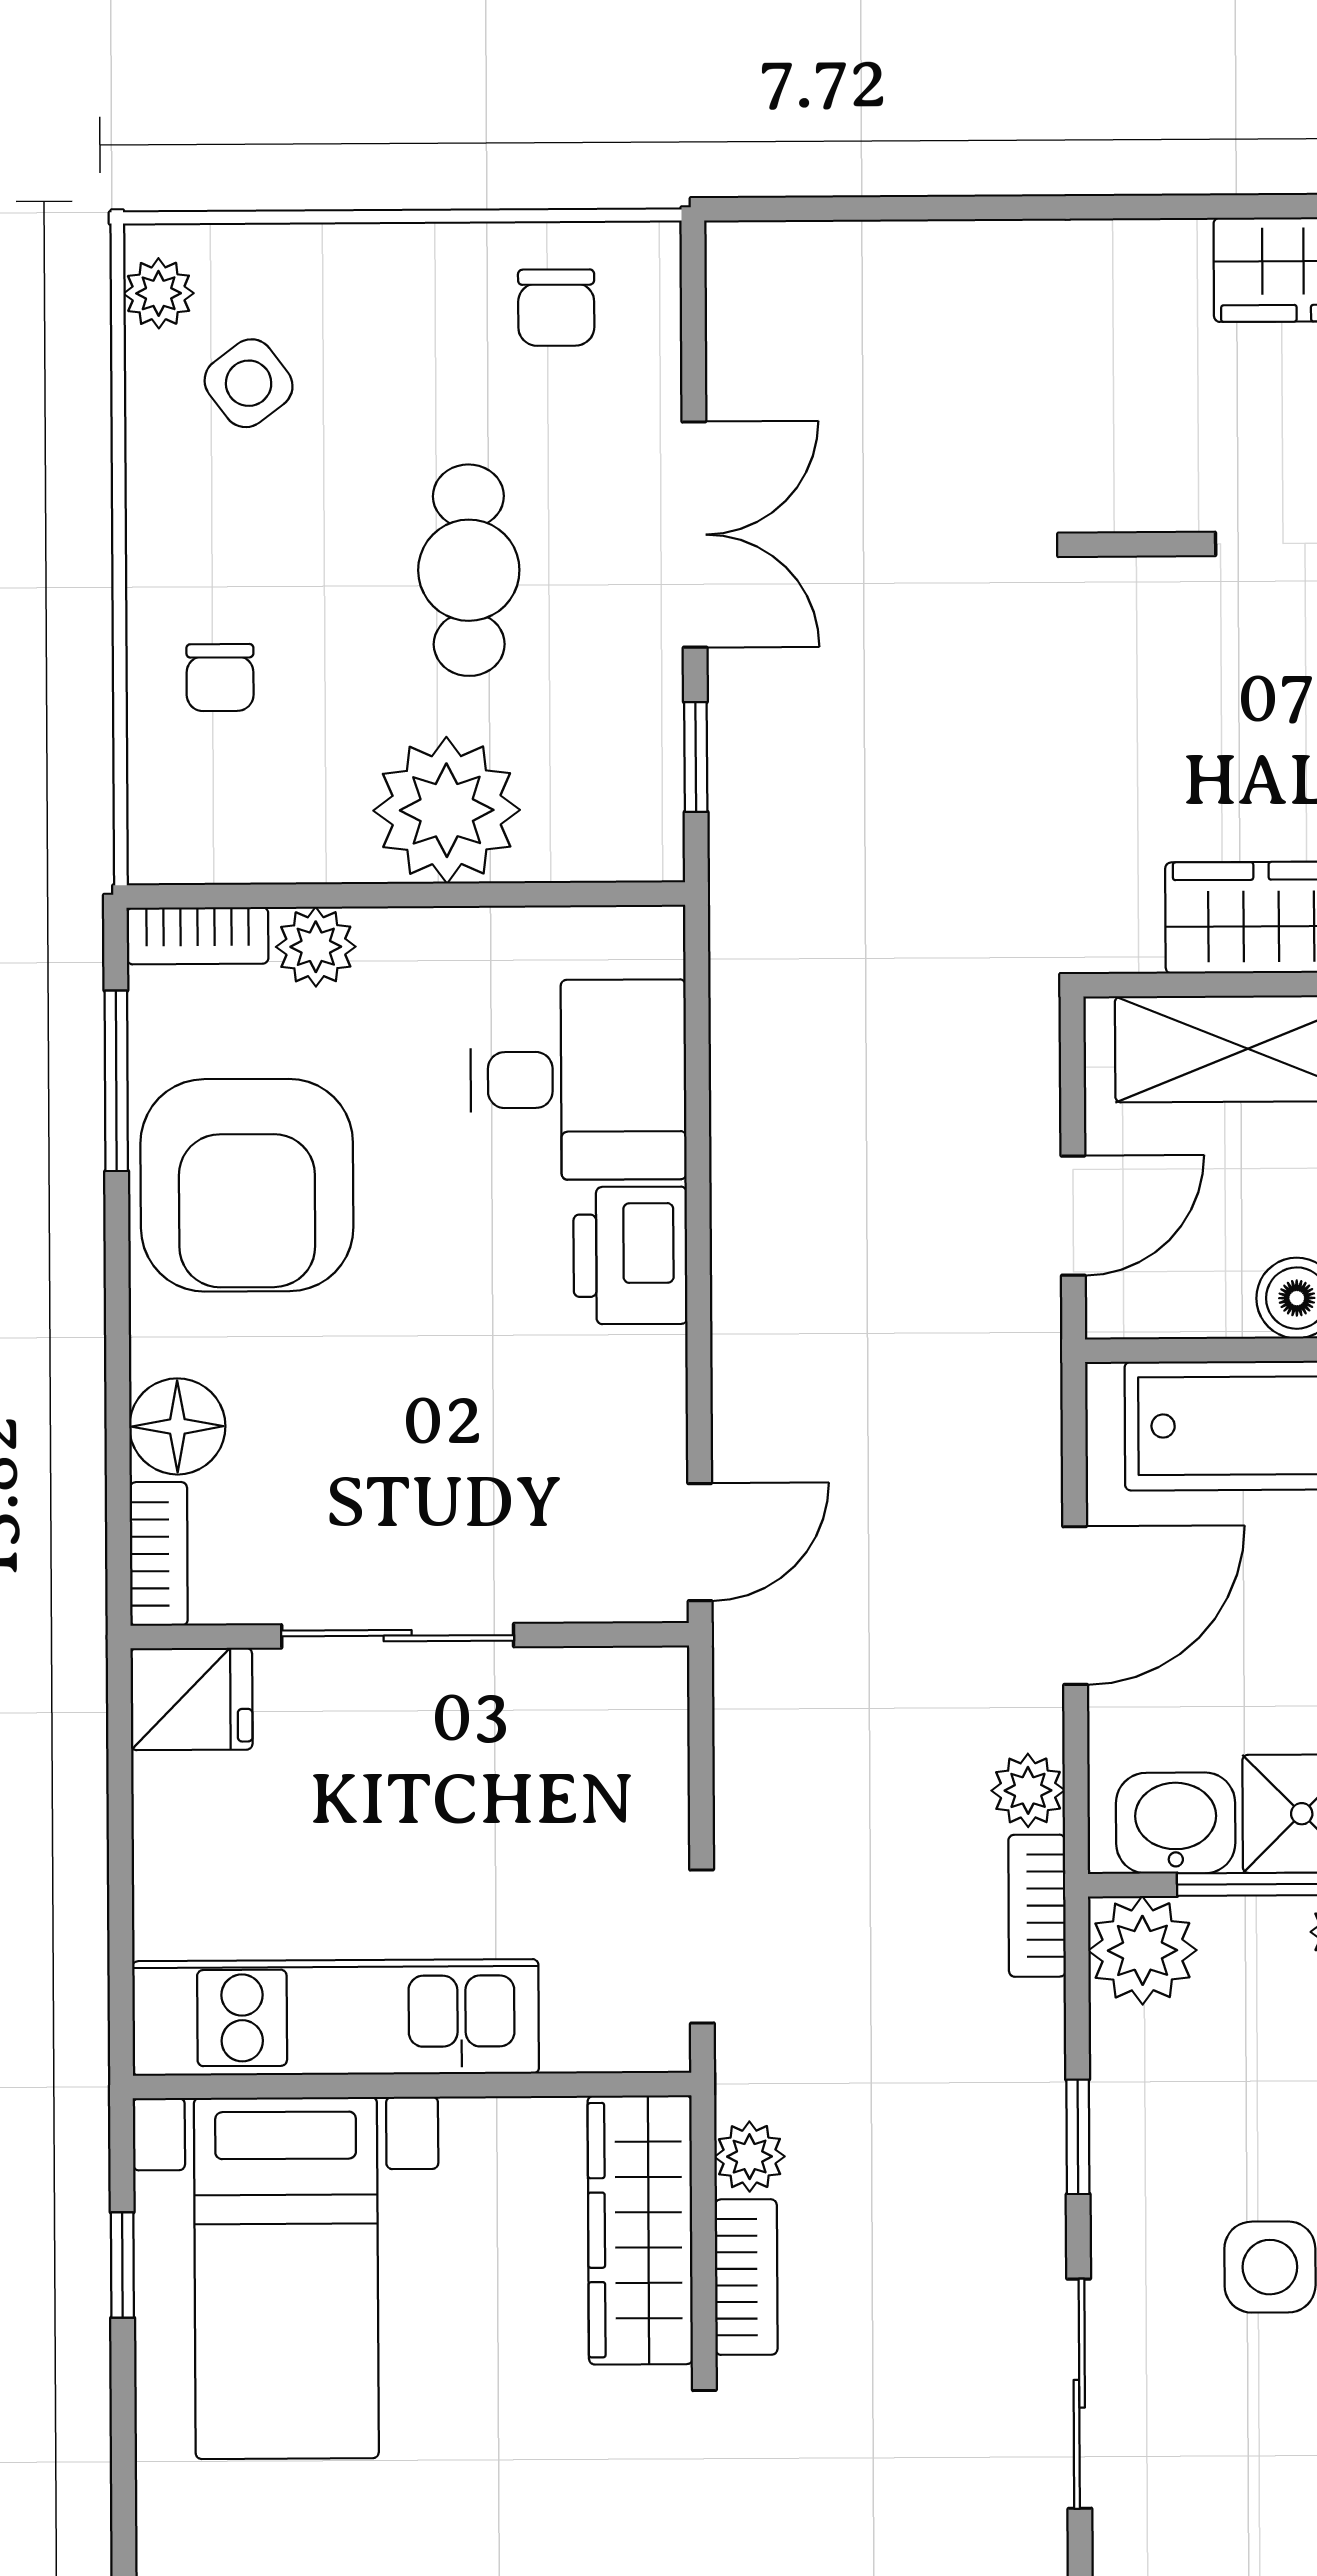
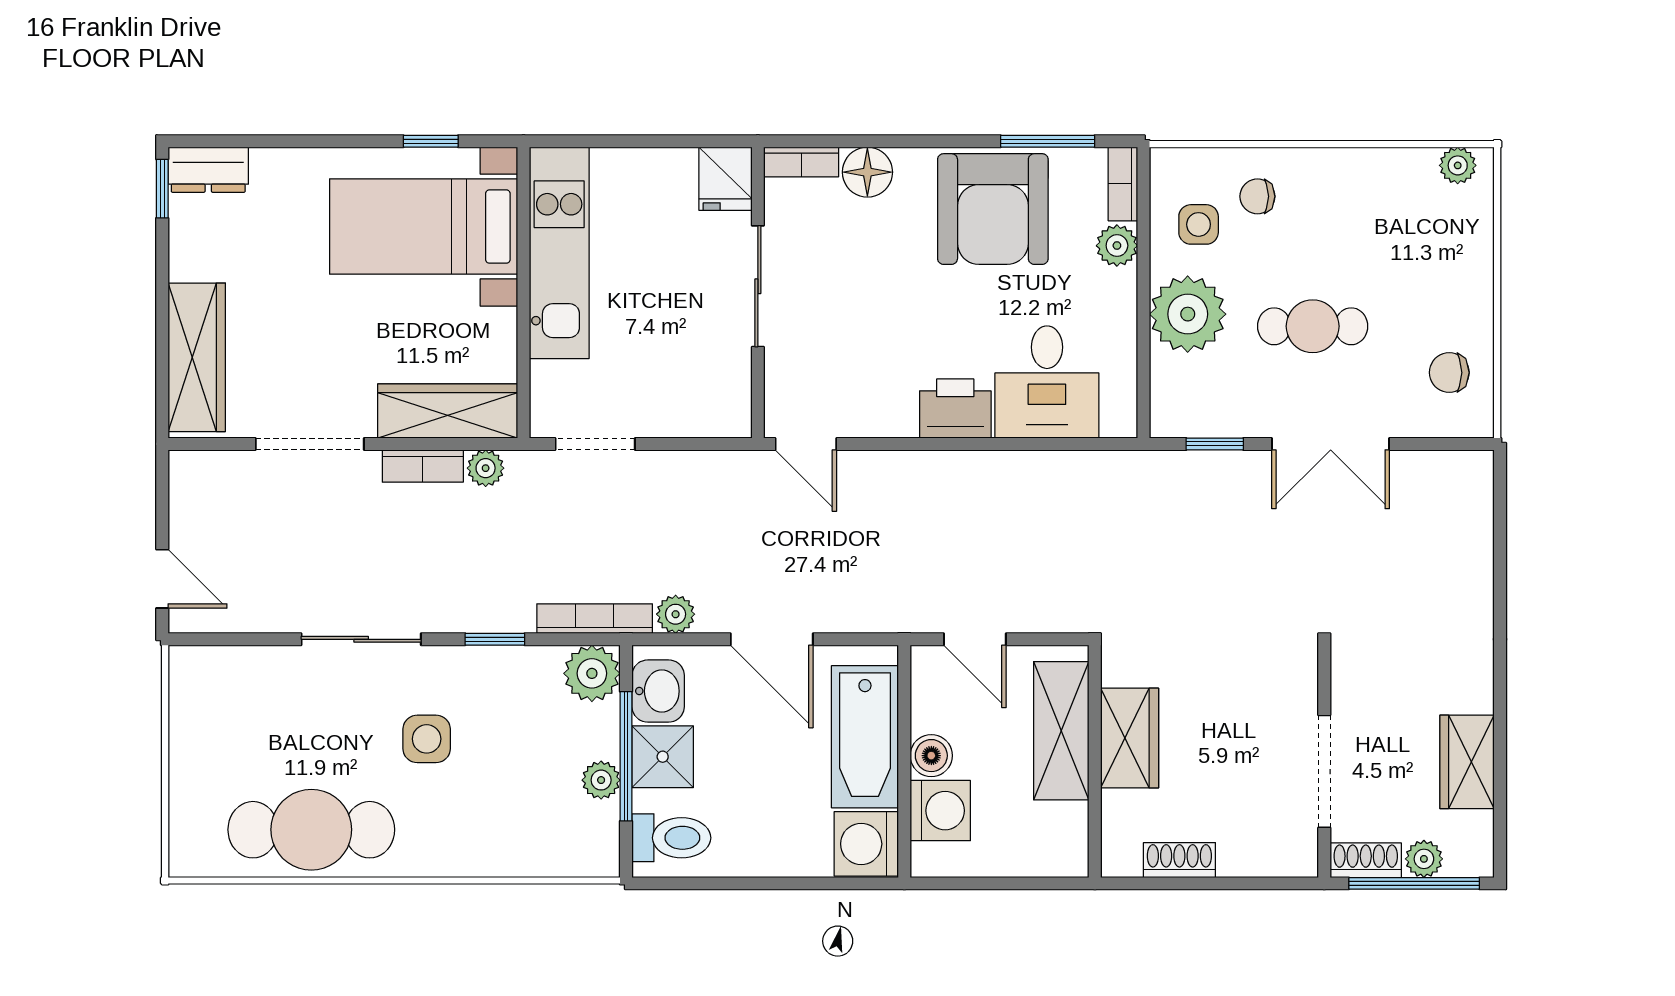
side table: (249, 383) -> (1199, 224), moved, turned 37
armchair: (247, 1185) -> (993, 209), turned -90
bookcase: (1037, 1906) -> (595, 619), width x1.56

